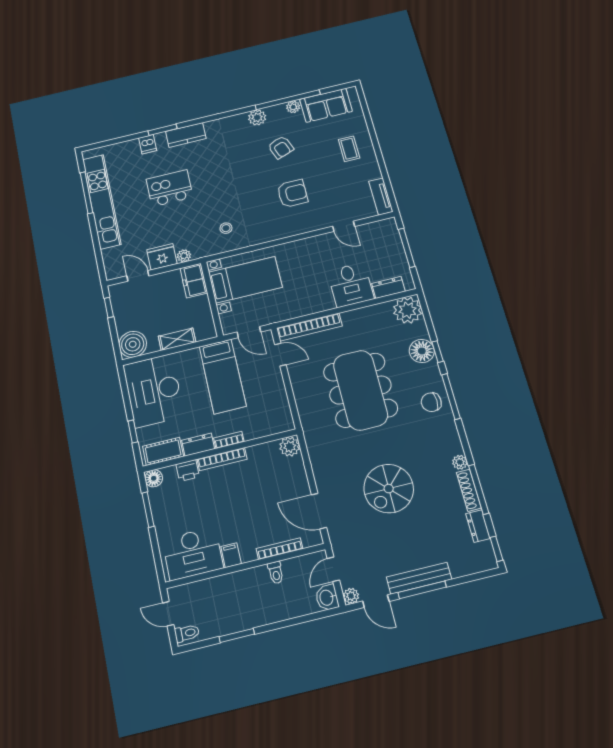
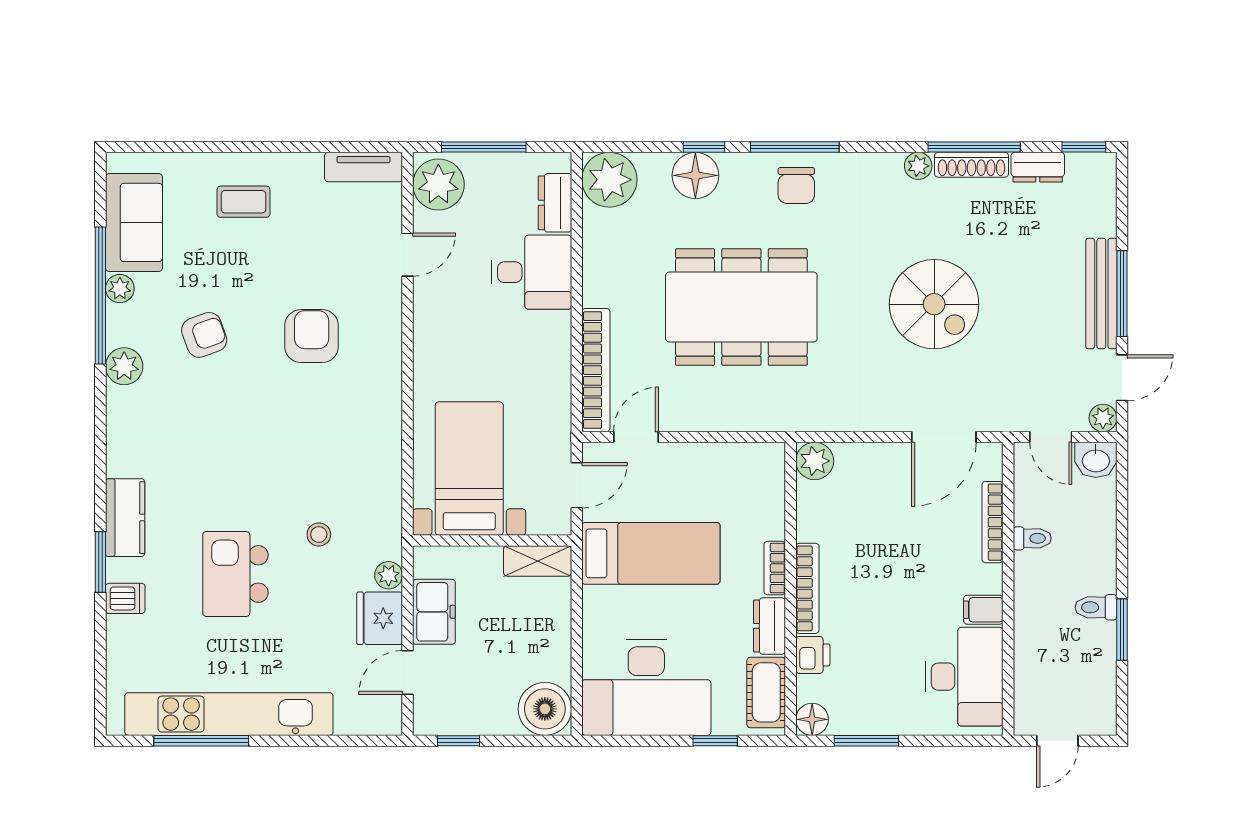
stool: (226, 228) -> (319, 534), moved
plant: (382, 232) -> (438, 184), added
freezer: (194, 281) -> (434, 612), moved, turned -90
shelving: (177, 339) -> (538, 561), moved, turned 90
toilet: (187, 633) -> (1096, 607), moved, turned -90

